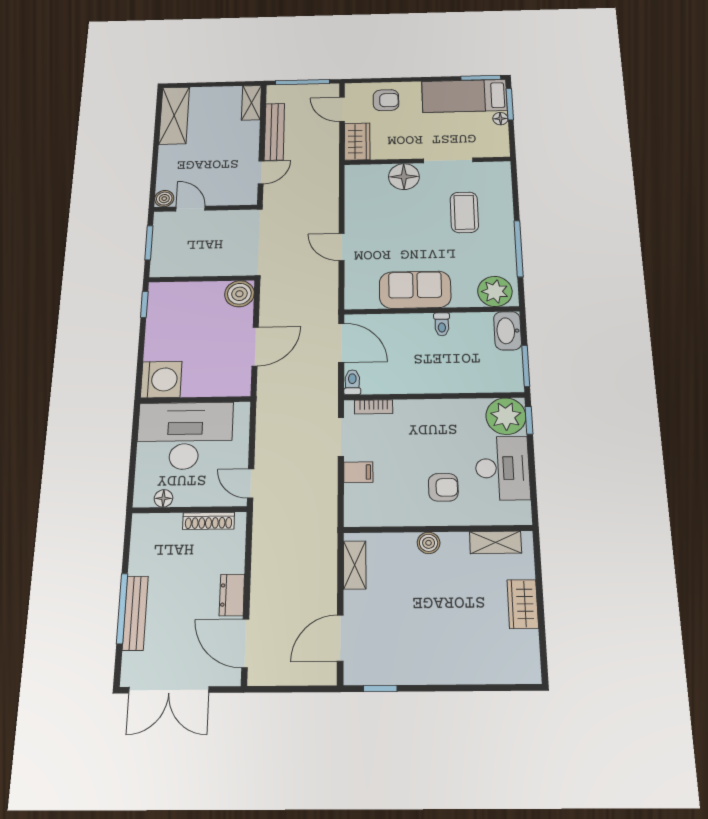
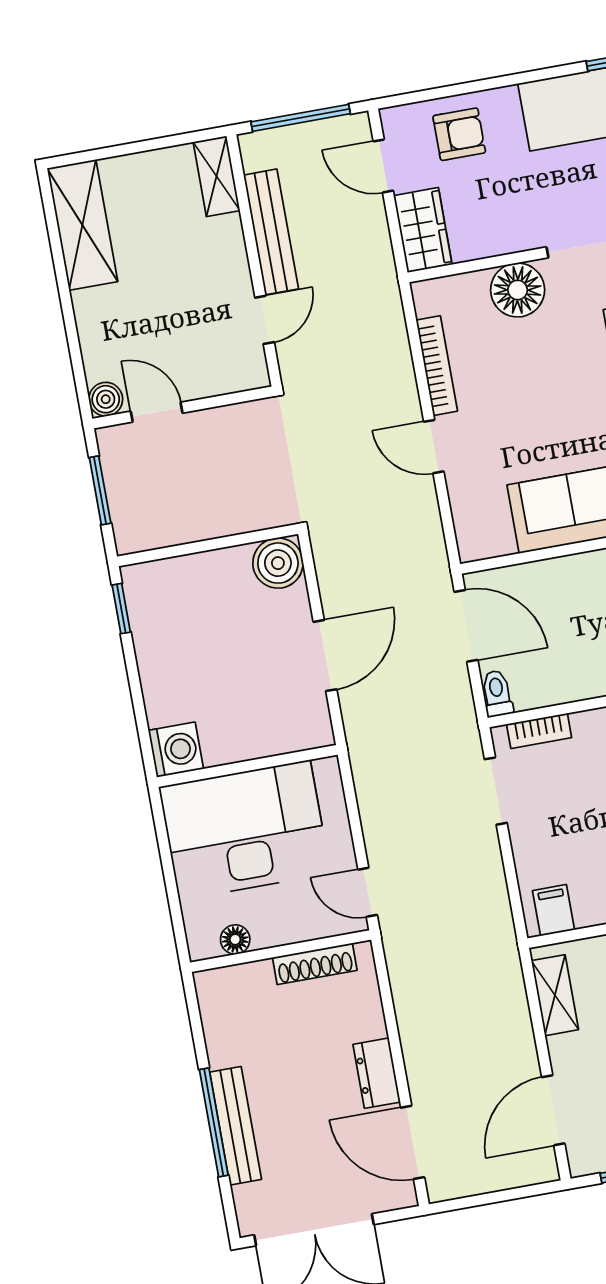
bookcase: (351, 207) -> (437, 366), added
washing machine: (161, 379) -> (176, 750), width x0.73, depth x0.73
filing cabinet: (358, 472) -> (554, 910), moved, turned -90

